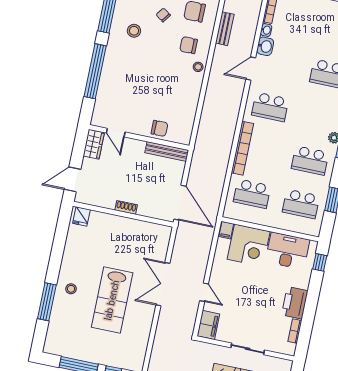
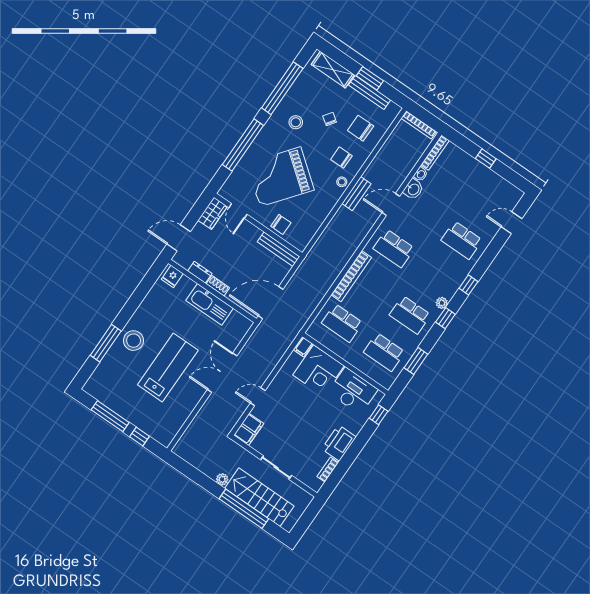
bench: (225, 29) -> (356, 194), moved
grand piano: (141, 86) -> (280, 177), added
dresser: (105, 202) -> (200, 272), added
door: (180, 203) -> (271, 303), swing flipped
kitchen sink: (126, 227) -> (210, 304), added
stool: (71, 289) -> (134, 341), width x1.89, depth x1.89
door: (204, 292) -> (258, 397), swing flipped
lab bench: (112, 300) -> (168, 368), turned 180

